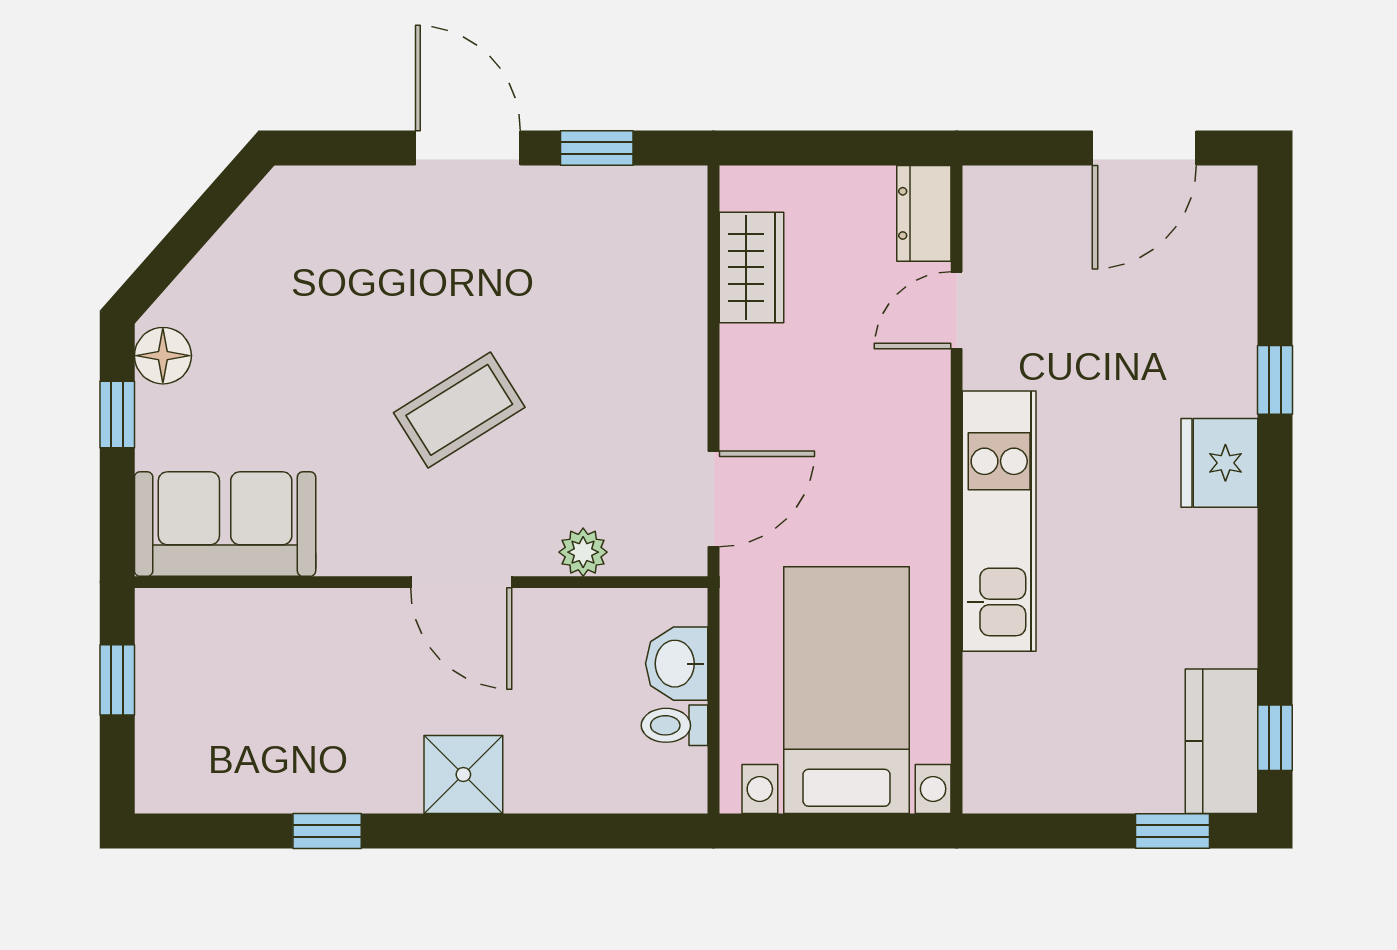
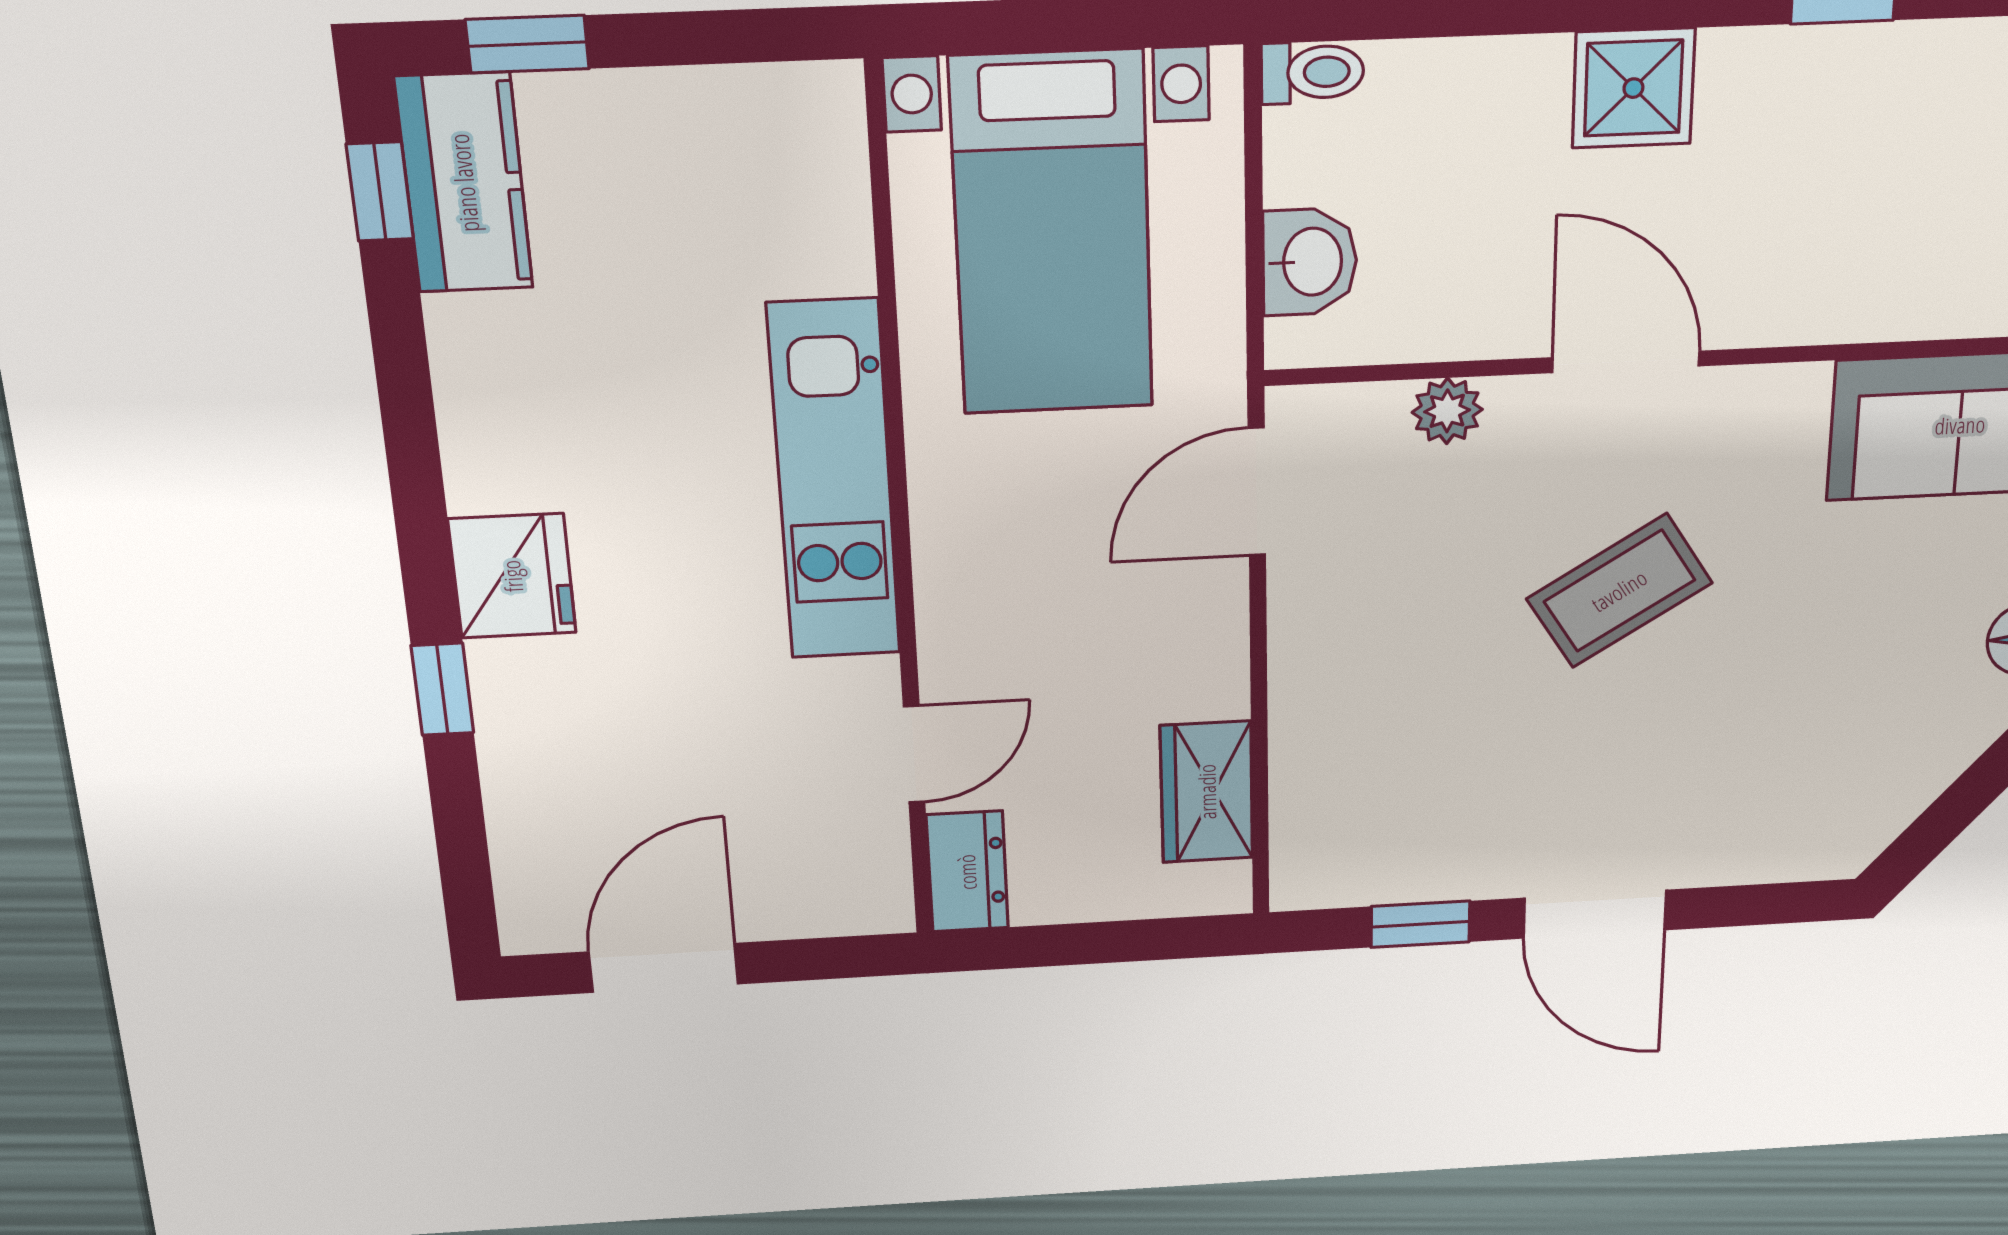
toilet: (675, 725) -> (1312, 72), moved

